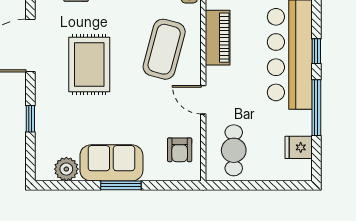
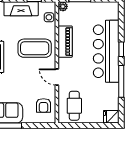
coffee table: (164, 49) -> (35, 48), turned 75
fridge: (299, 147) -> (111, 117), moved

